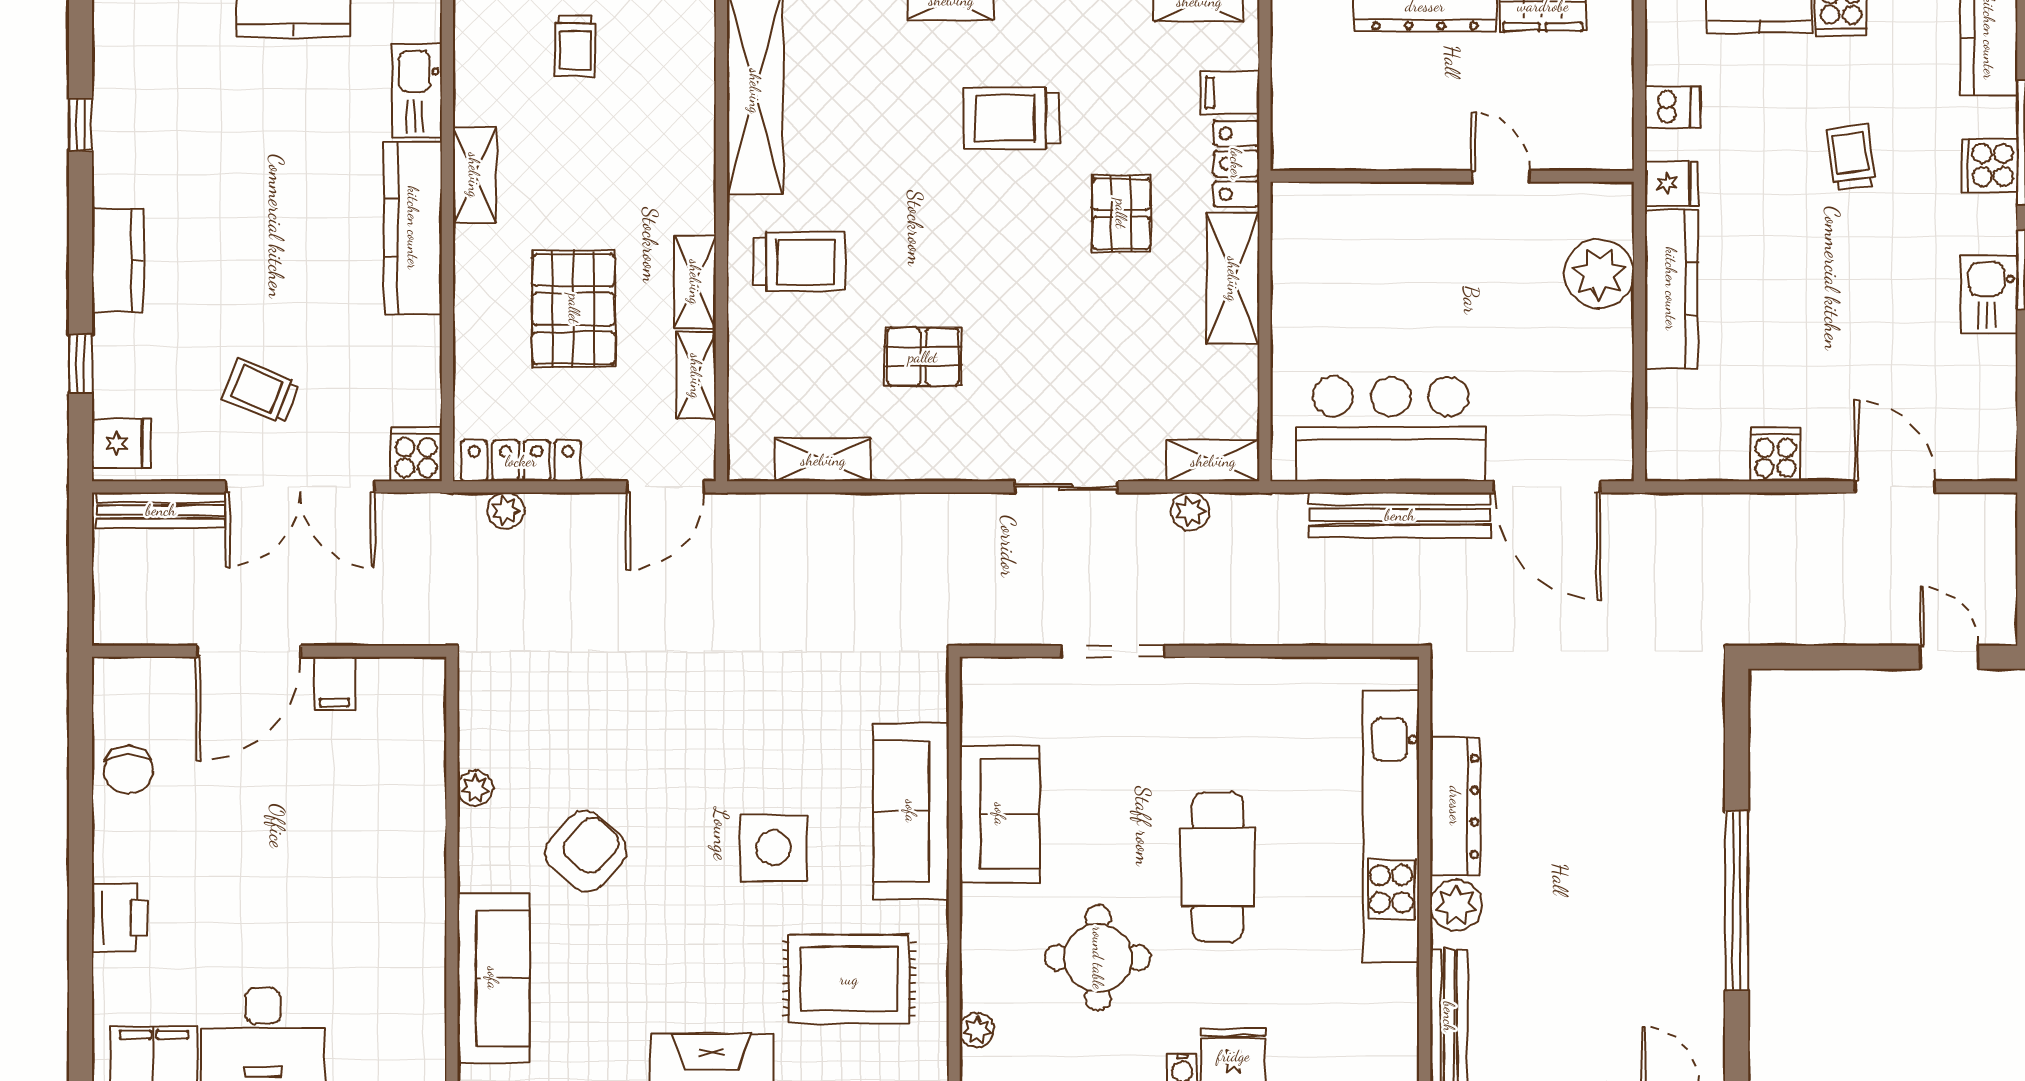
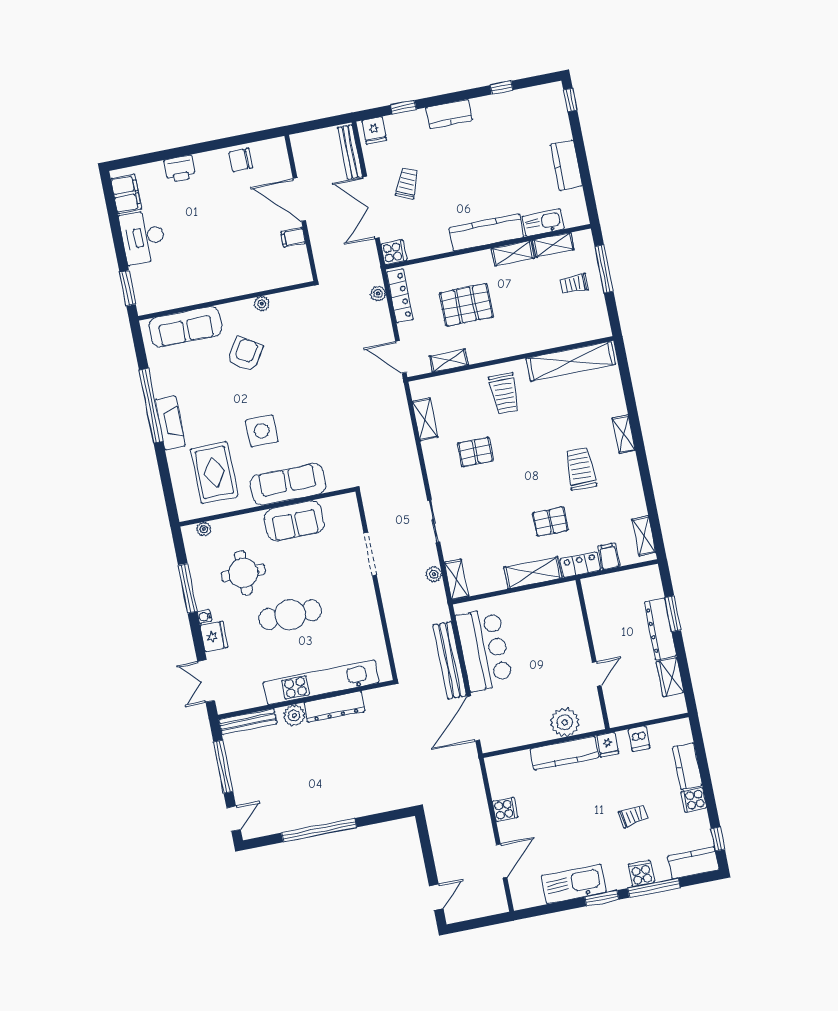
shelving: (695, 282) -> (553, 245), moved
kitchen sink: (1989, 294) -> (574, 884), width x1.88, depth x1.24
pallet: (923, 357) -> (475, 452), turned 90
armchair: (586, 851) -> (245, 354), turned -99

